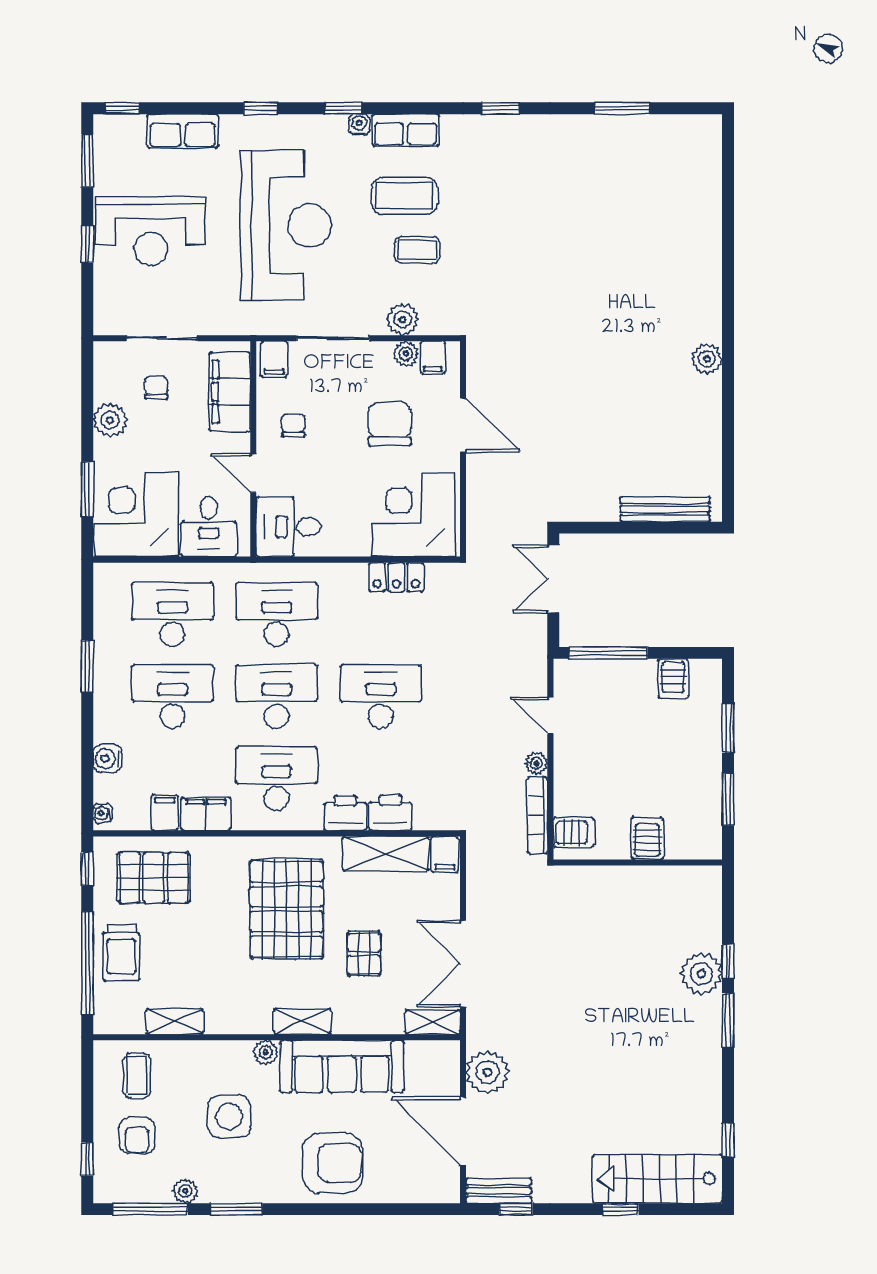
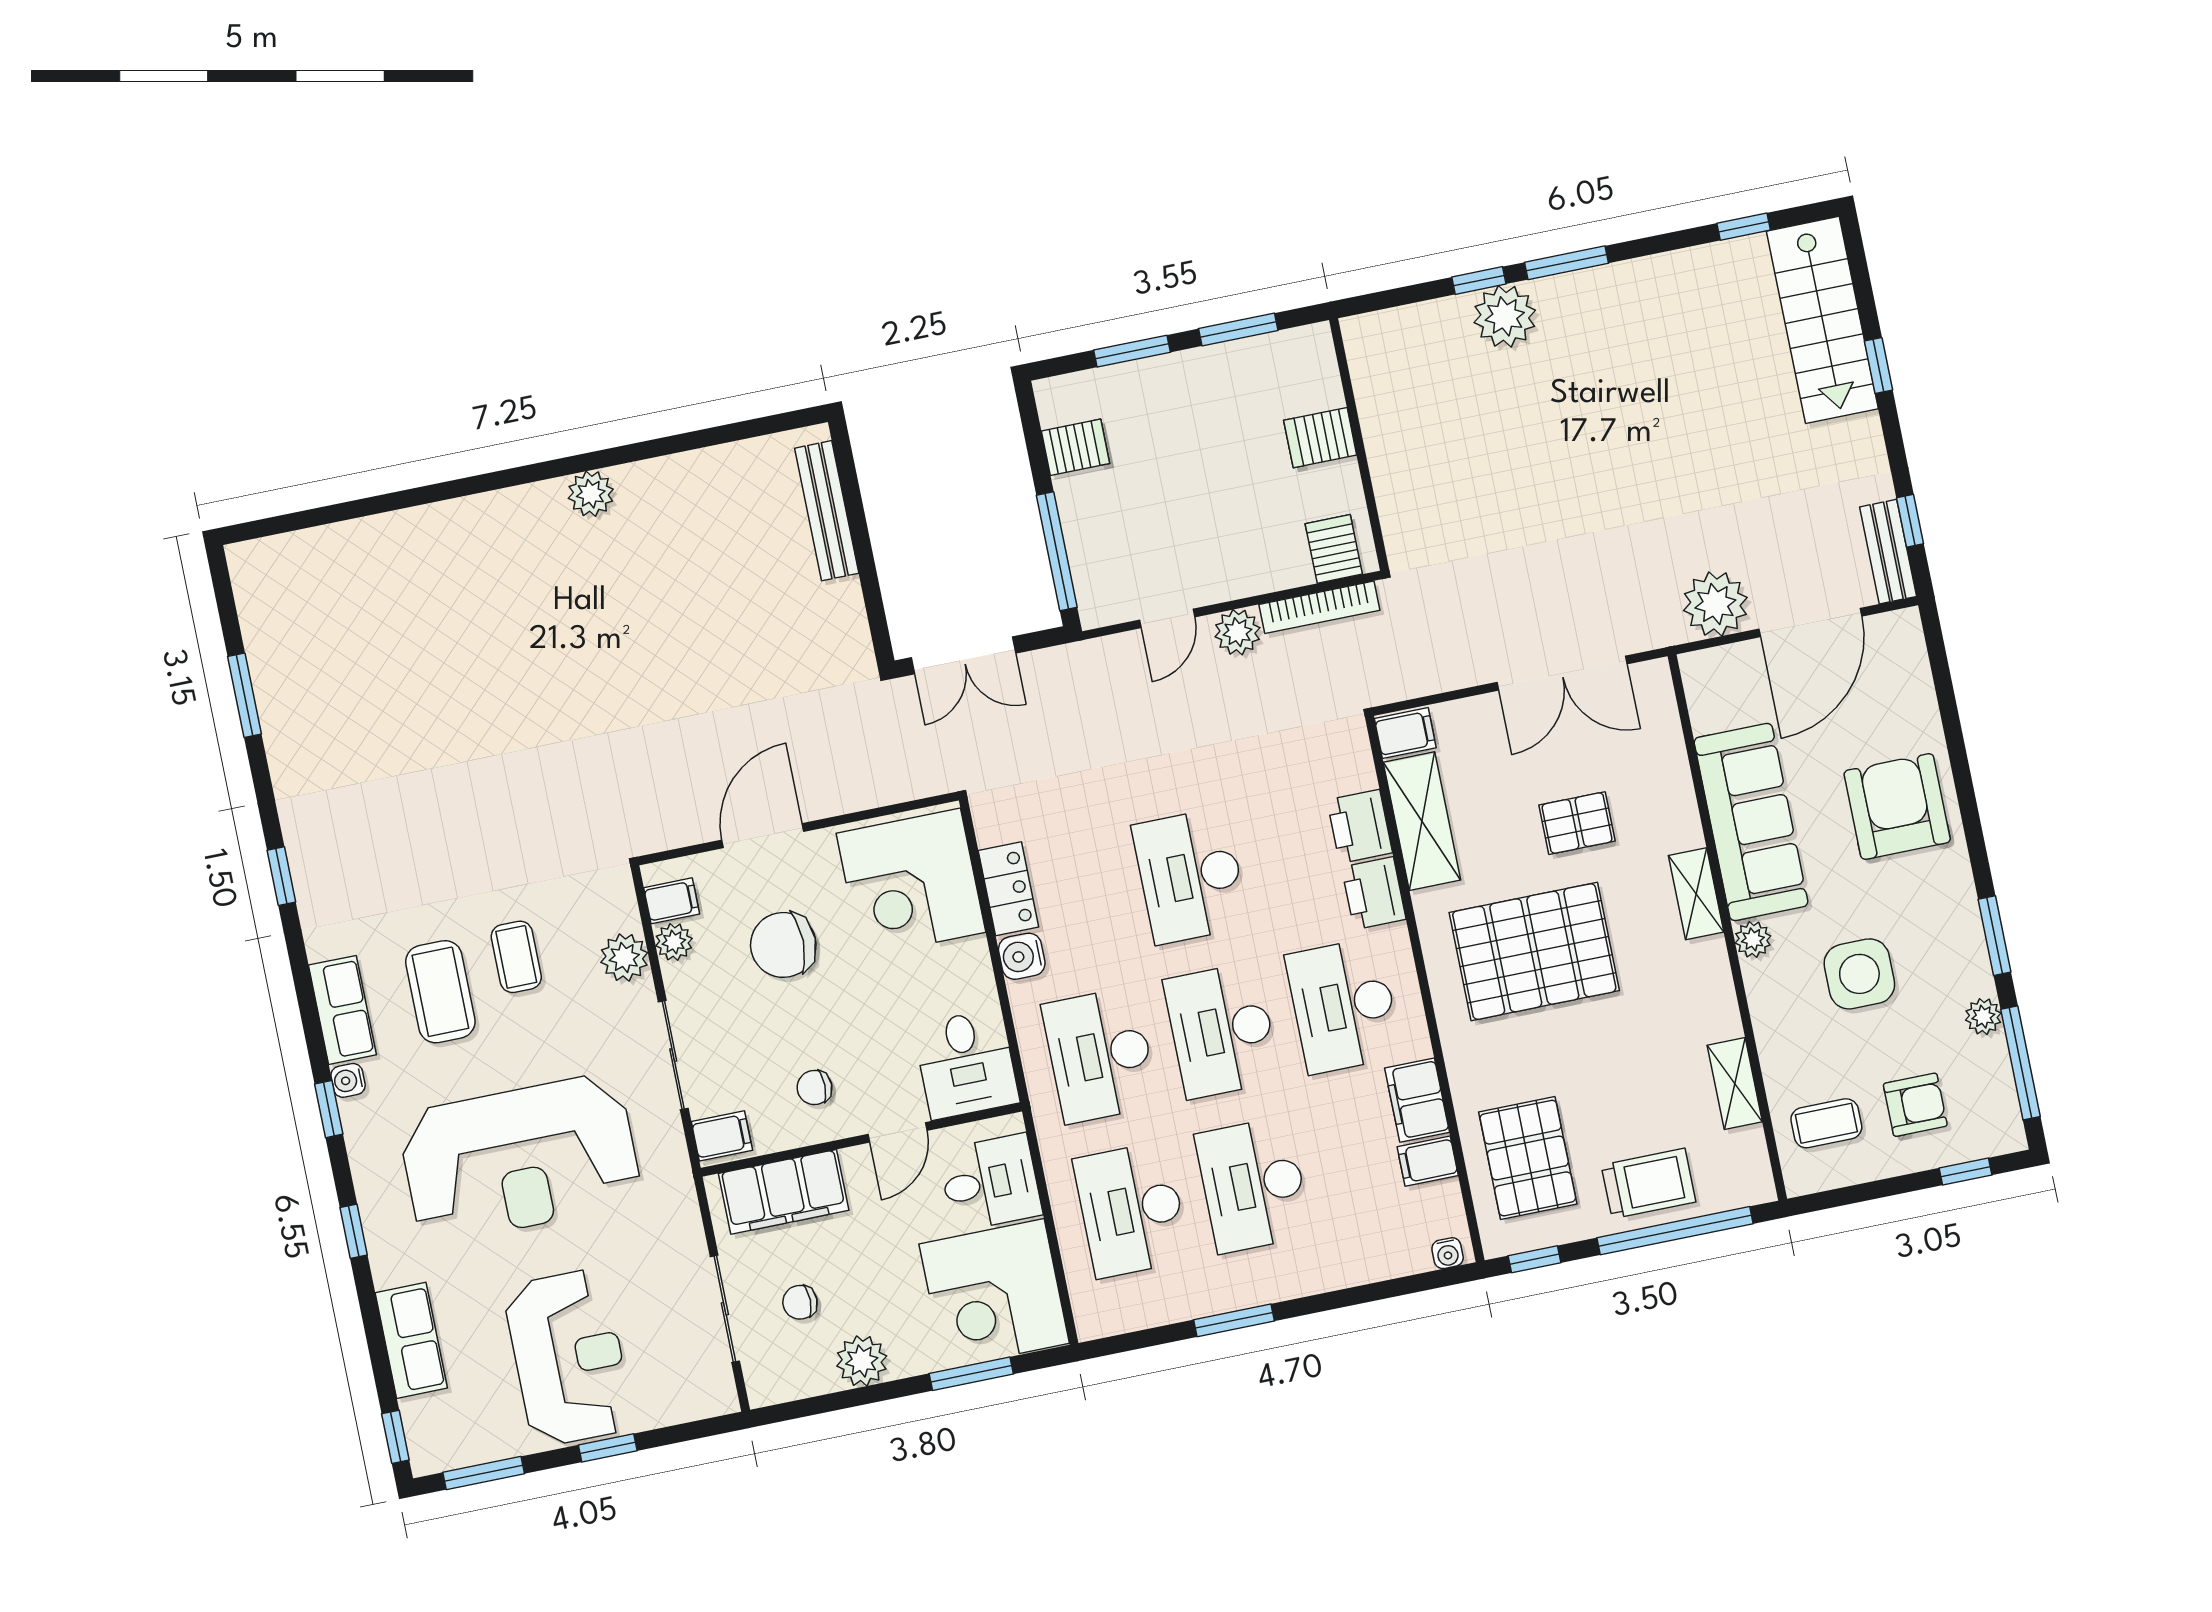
reception desk: (286, 225) -> (520, 1159), turned 180
water cooler: (107, 759) -> (1022, 956), moved, turned 90
plant: (536, 763) -> (1237, 632), width x1.38, depth x1.38
shelving: (433, 1022) -> (1658, 701), removed

